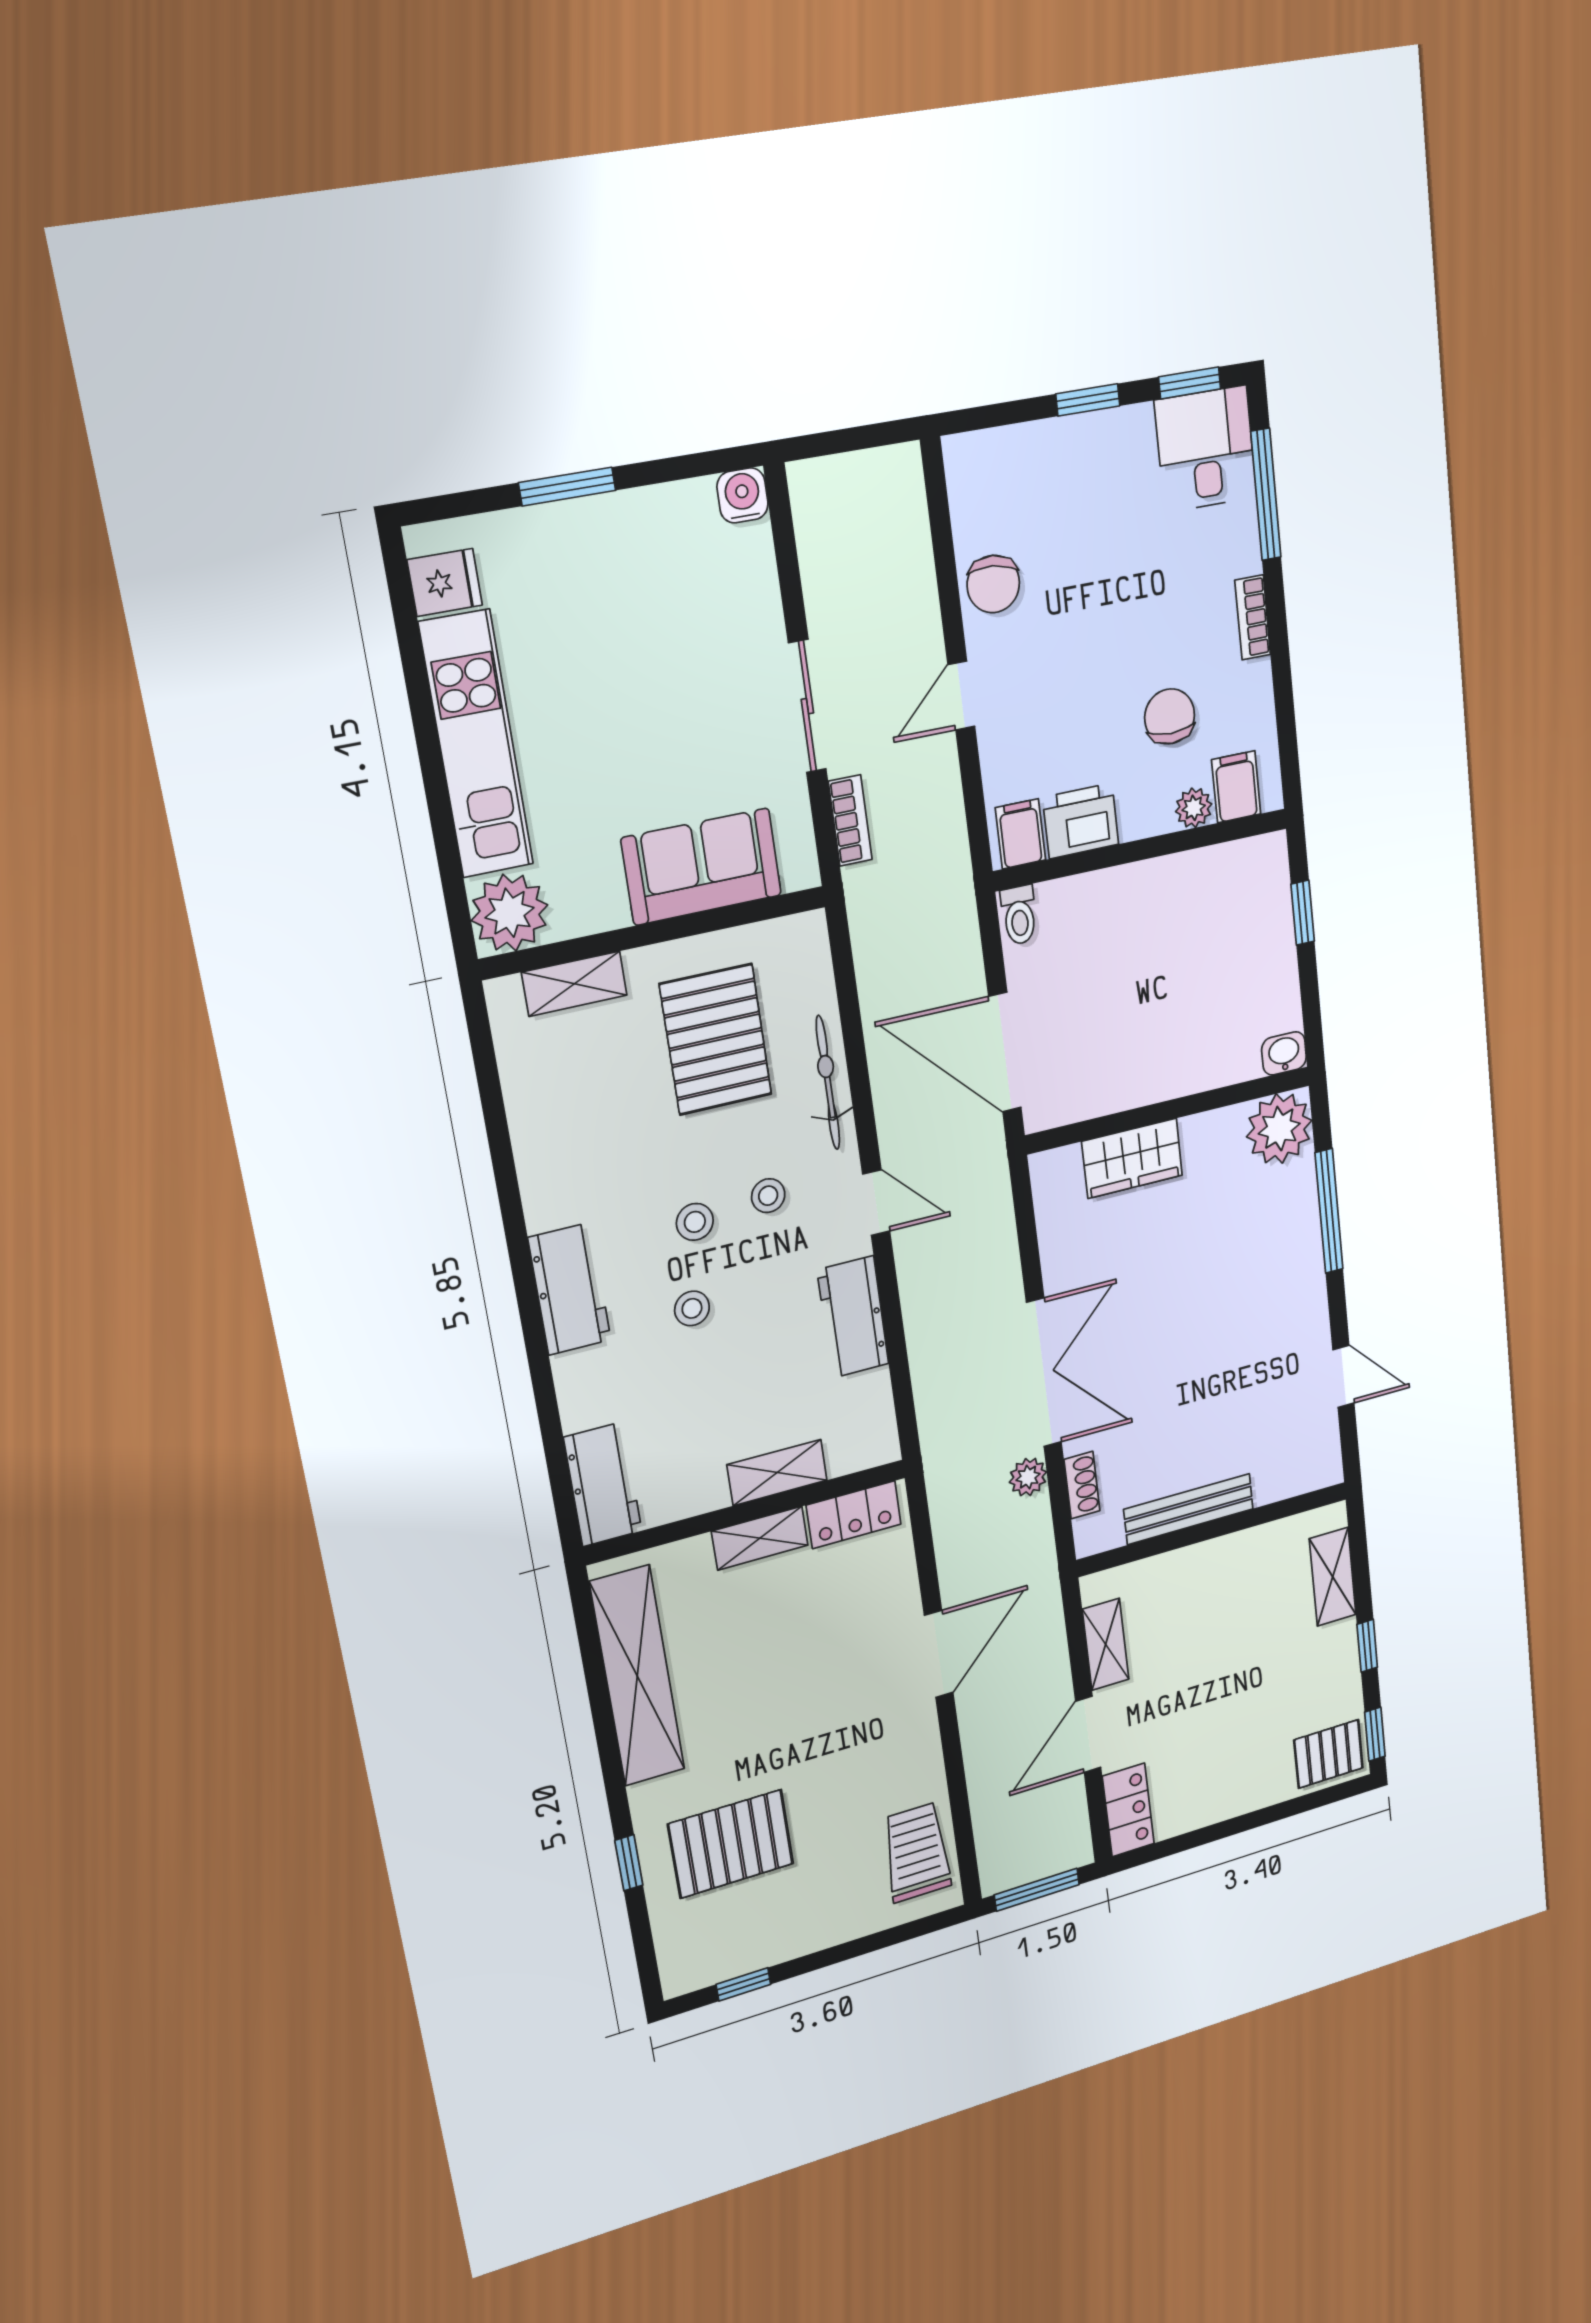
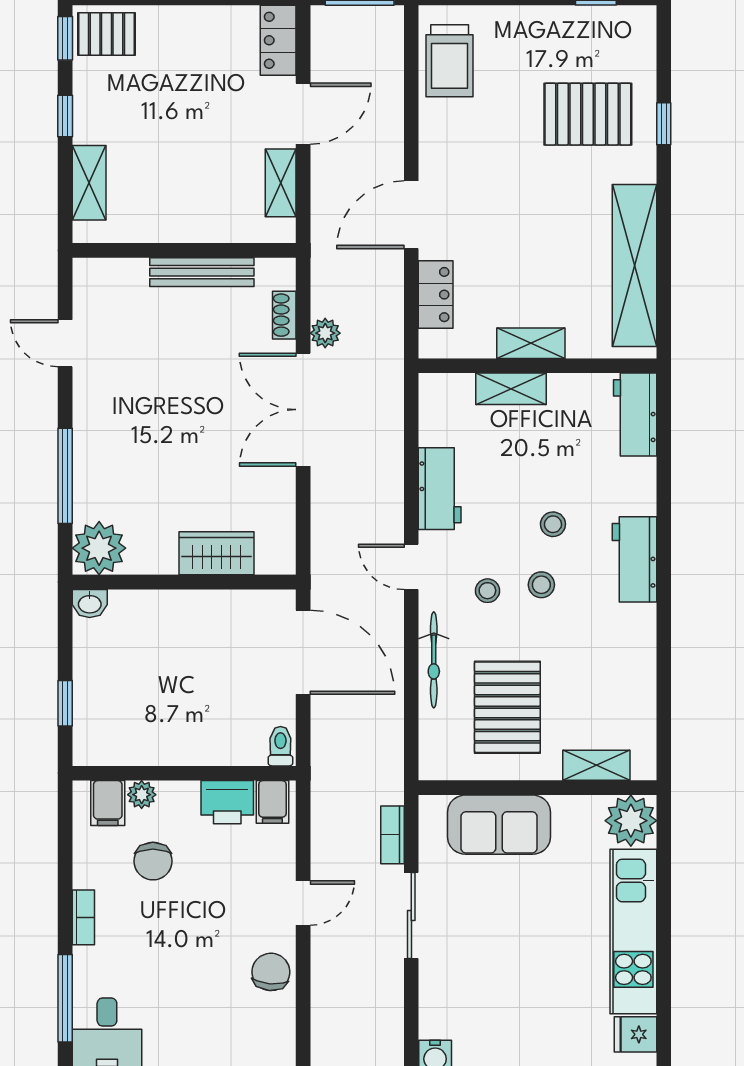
locker: (854, 1515) -> (436, 295), moved, turned 90

